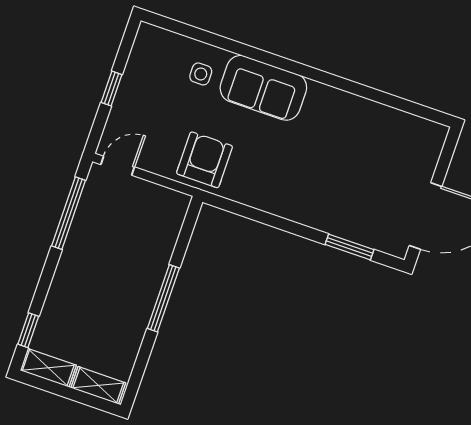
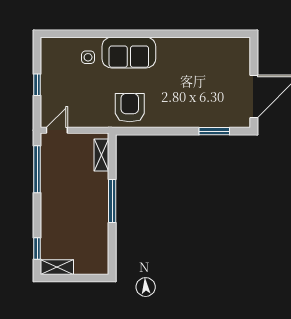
armchair: (205, 160) -> (130, 108), moved
shelving: (98, 385) -> (101, 155), moved, turned 90

